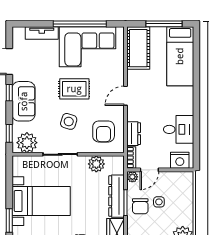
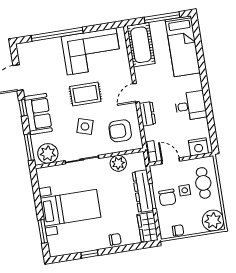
window: (80, 24) -> (57, 34), moved
tv unit: (42, 33) -> (45, 45), removed
desk: (179, 129) -> (191, 106), moved
armchair: (104, 131) -> (120, 131), turned 90
window: (9, 133) -> (29, 147), width x1.50
dresser: (134, 134) -> (147, 114), moved
door: (149, 170) -> (171, 161), swing flipped
plant: (132, 177) -> (155, 170), removed
cafe table: (179, 197) -> (203, 183), added

